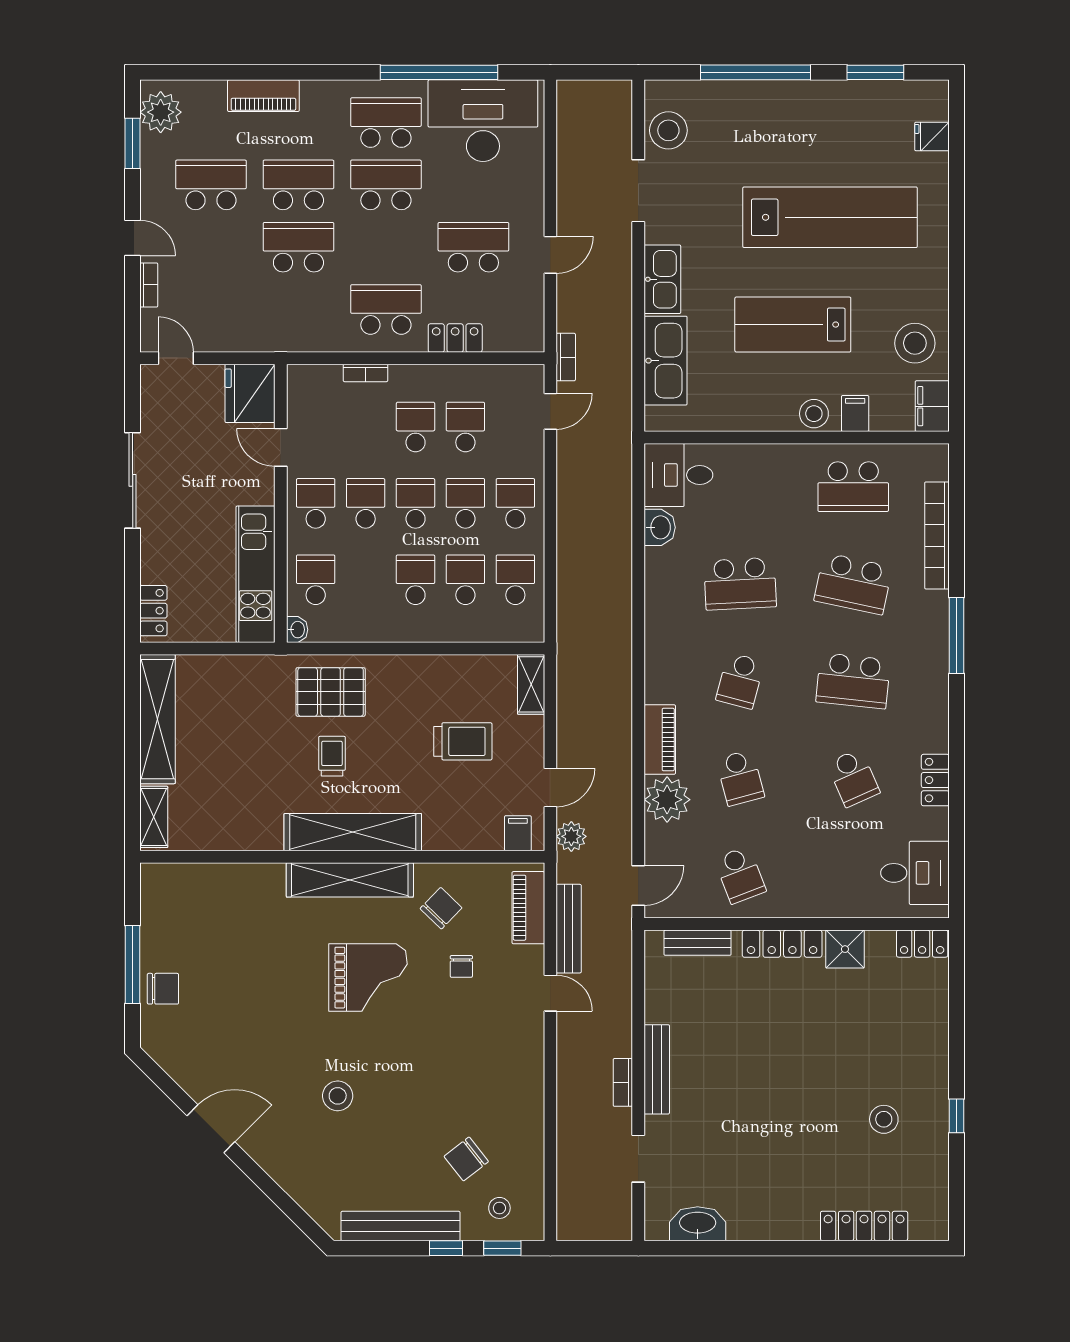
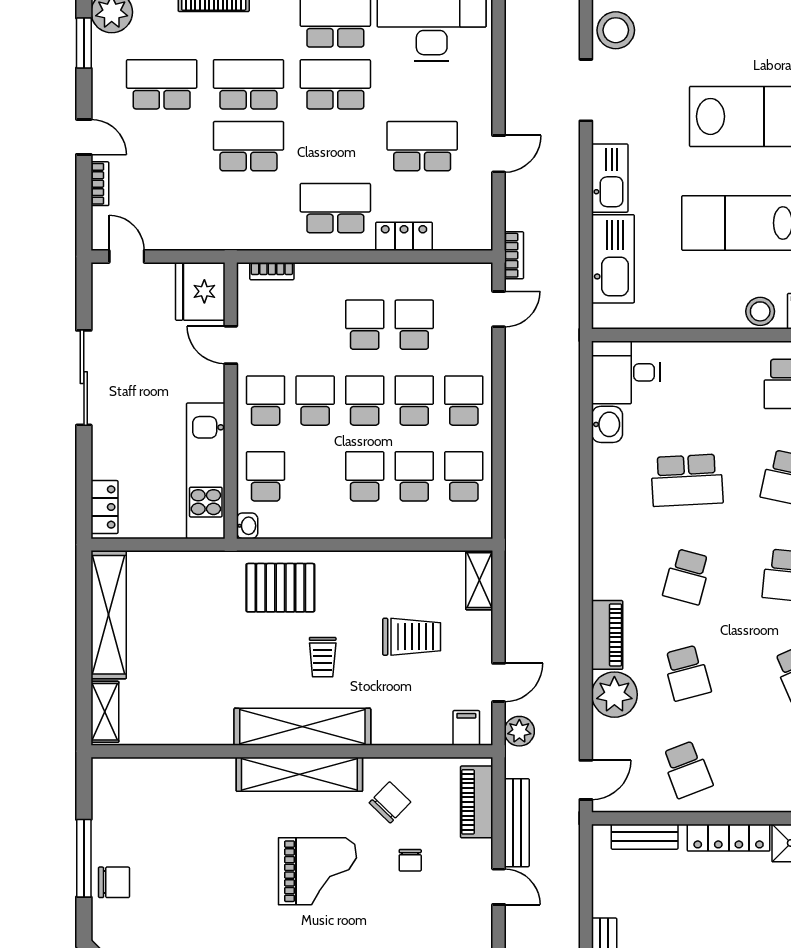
bookcase: (365, 373) -> (272, 271), moved
trolley: (332, 756) -> (323, 657), moved, turned 180

